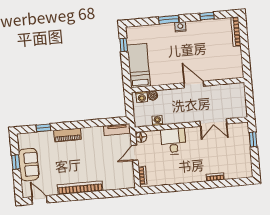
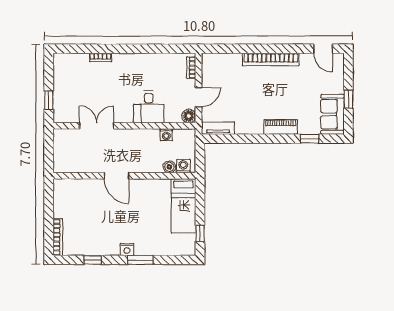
sofa: (29, 165) -> (332, 114), moved

